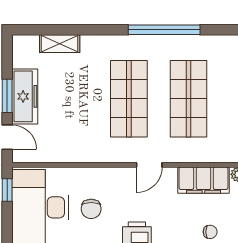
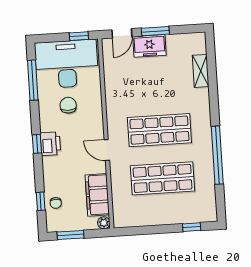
freezer: (25, 96) -> (149, 46), width x0.71
chair: (91, 209) -> (68, 105), turned 90

